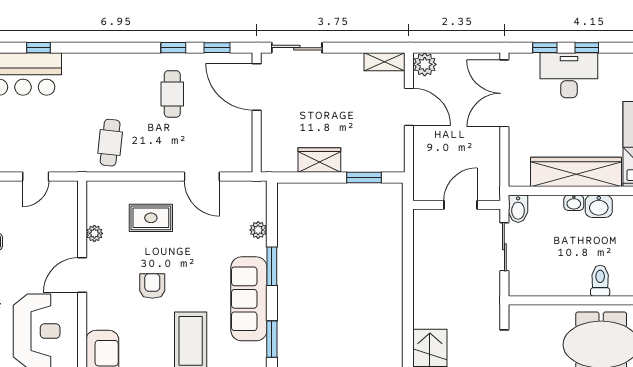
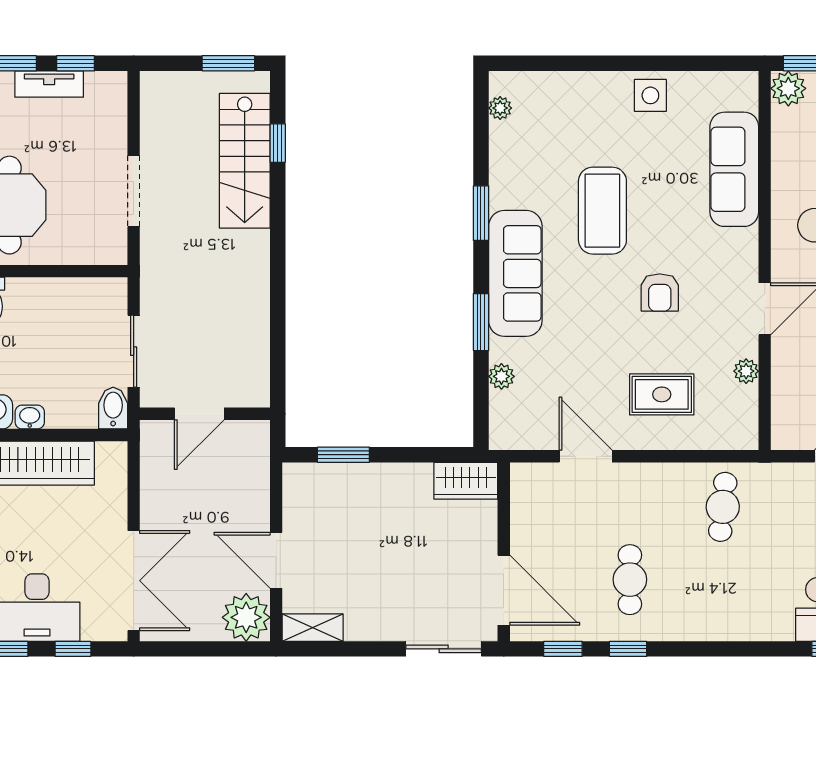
plant: (425, 64) -> (246, 617), width x1.36, depth x1.36
wardrobe: (319, 160) -> (466, 481), moved

